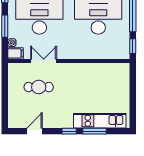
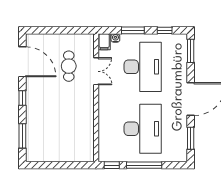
kitchen unit: (100, 121) -> (33, 130), removed
door: (35, 131) -> (22, 62), width x1.87
window: (94, 131) -> (22, 136), moved

